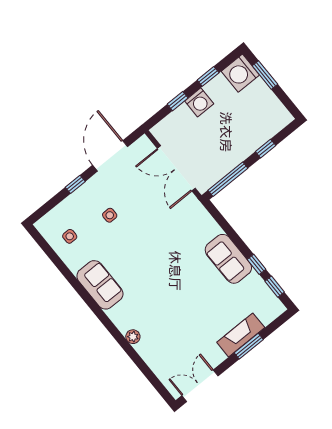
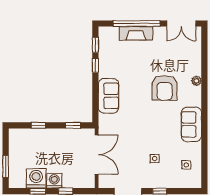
washing machine: (240, 73) -> (36, 178), moved, turned -90
window: (228, 179) -> (73, 125), width x0.46
sofa: (228, 259) -> (109, 96), moved
armchair: (161, 301) -> (165, 88), added
window: (249, 346) -> (137, 24), width x2.11

